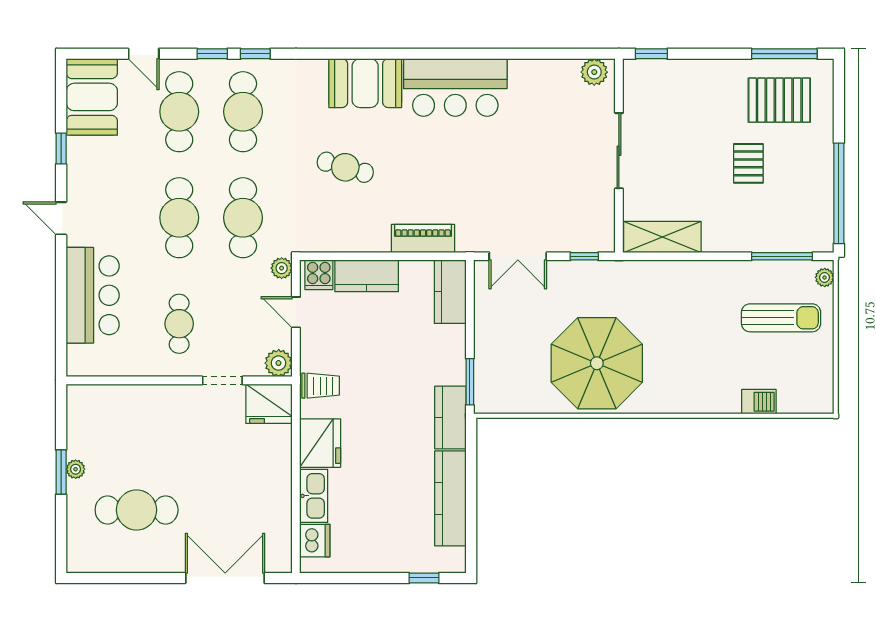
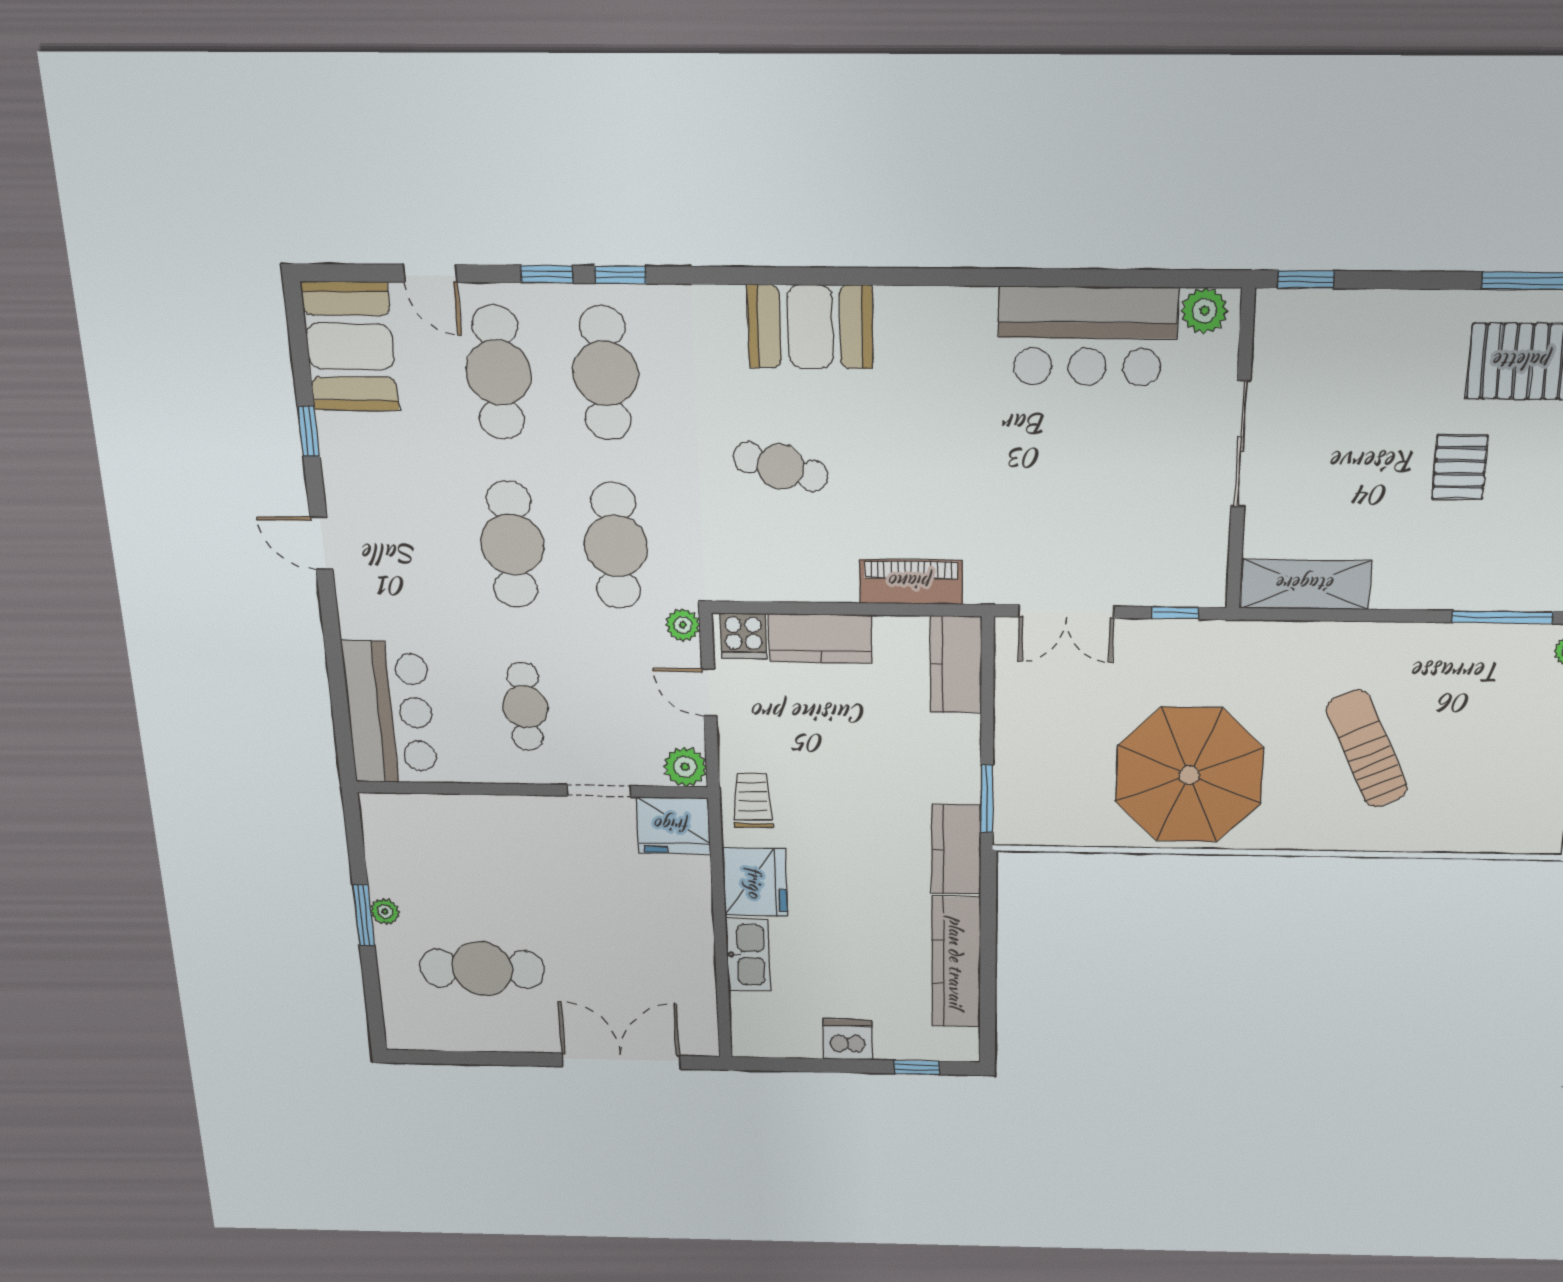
bar counter: (455, 87) -> (1088, 336), moved
bar counter: (93, 295) -> (390, 712), moved
sun lounger: (781, 318) -> (1367, 749), moved, turned -115
trolley: (321, 386) -> (753, 801), turned -90
barbecue: (759, 402) -> (1444, 835), removed
dishwasher: (315, 541) -> (848, 1040), moved, turned -90

